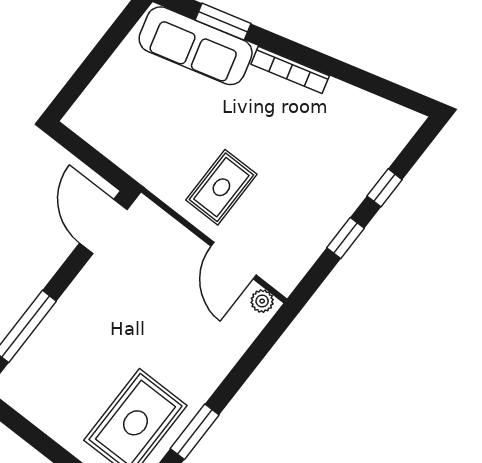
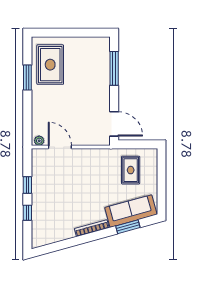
rug: (221, 187) -> (131, 170), moved

